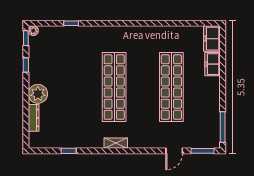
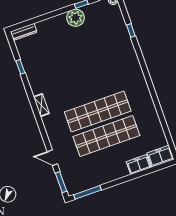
shop shelf: (114, 87) -> (98, 111), moved
plant: (38, 94) -> (76, 18), moved
dresser: (34, 118) -> (24, 32), moved

